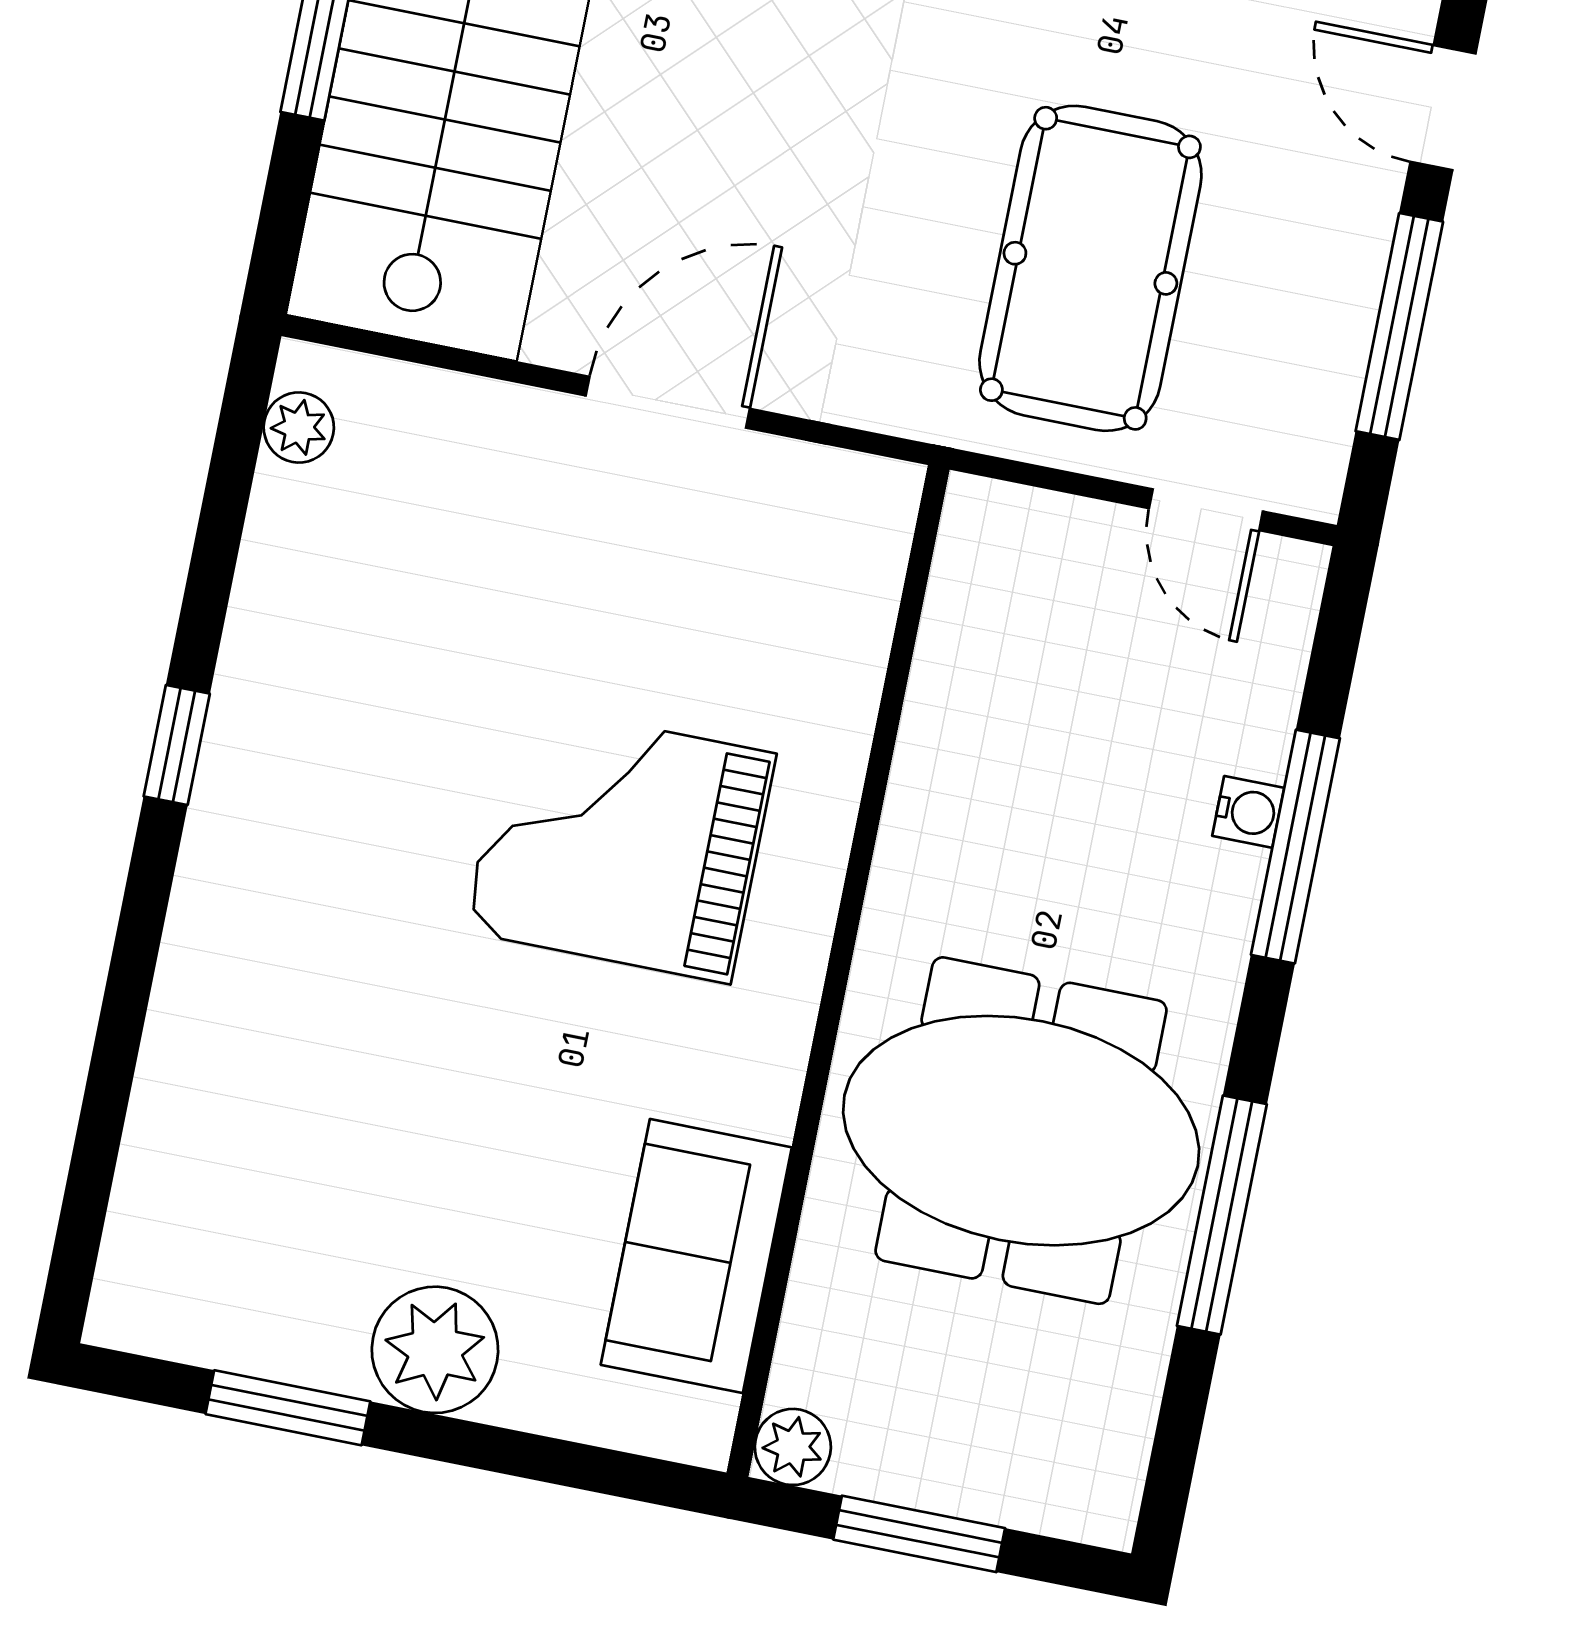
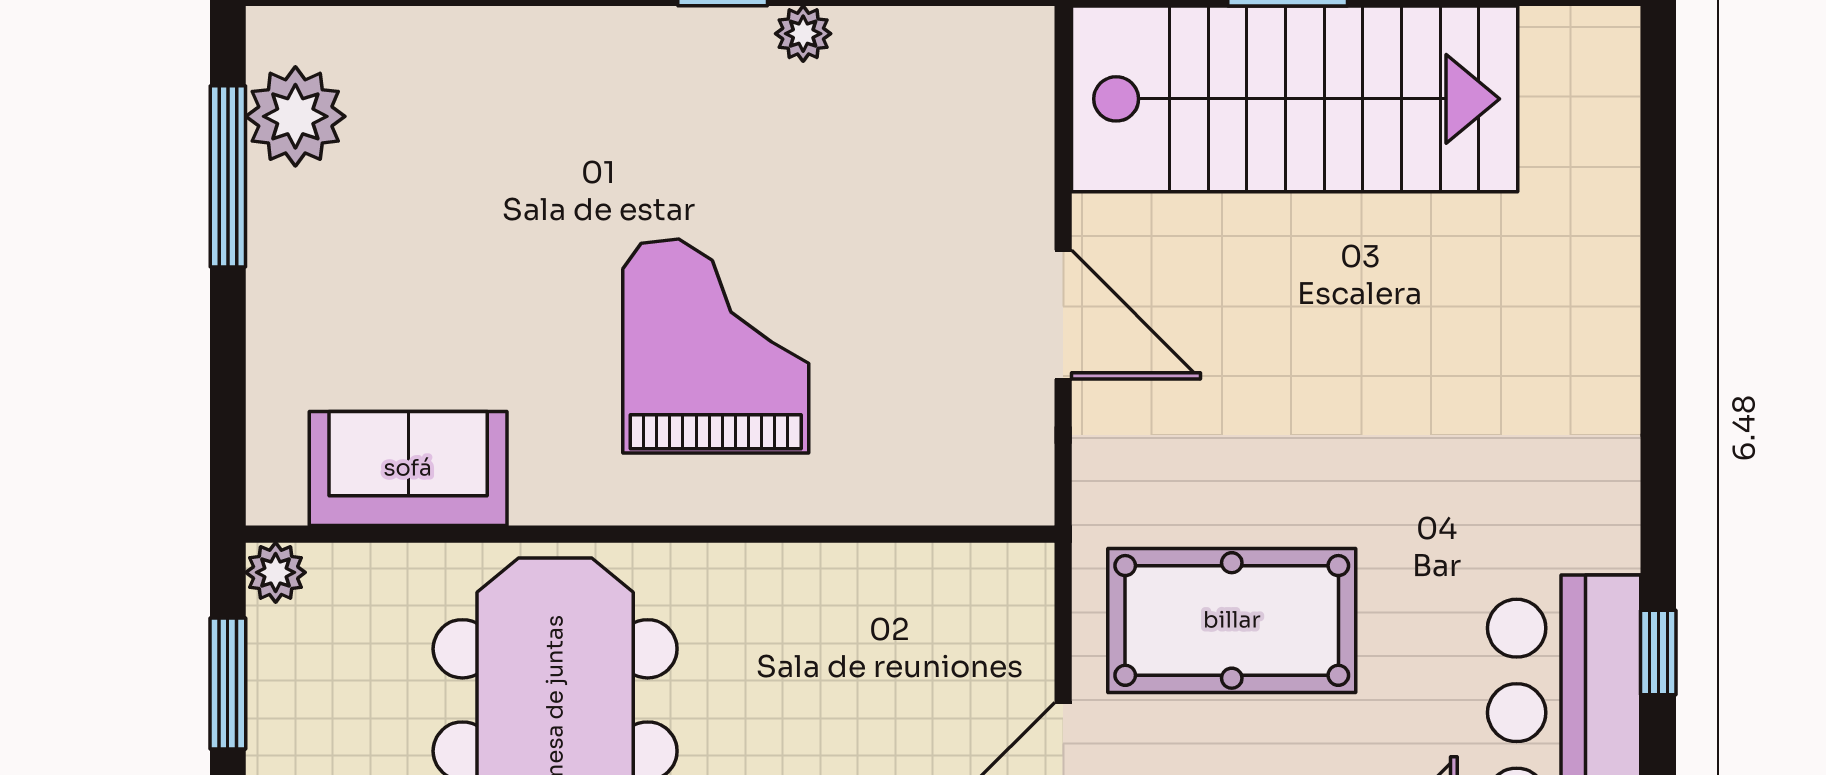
plant: (299, 427) -> (803, 34), moved
plant: (435, 1350) -> (295, 116), moved
window: (288, 1408) -> (228, 176), width x1.44

